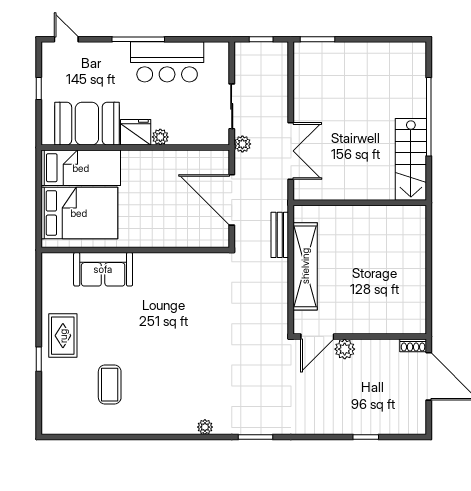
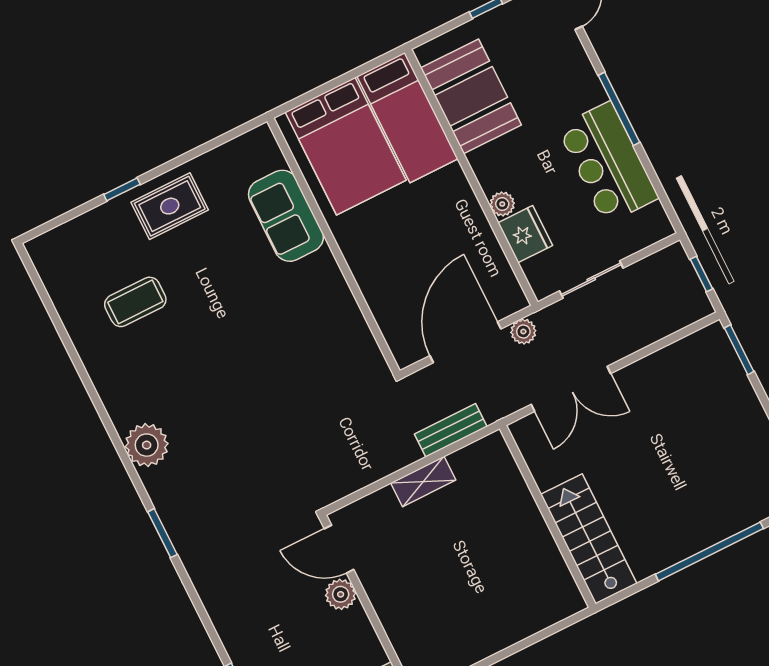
fridge: (136, 132) -> (525, 234), moved
plant: (242, 144) -> (523, 331), moved
stairs: (411, 159) -> (589, 539), moved, turned 90
shelving: (305, 266) -> (423, 482), width x0.45, depth x0.75
plant: (205, 427) -> (147, 445), width x1.88, depth x1.88

